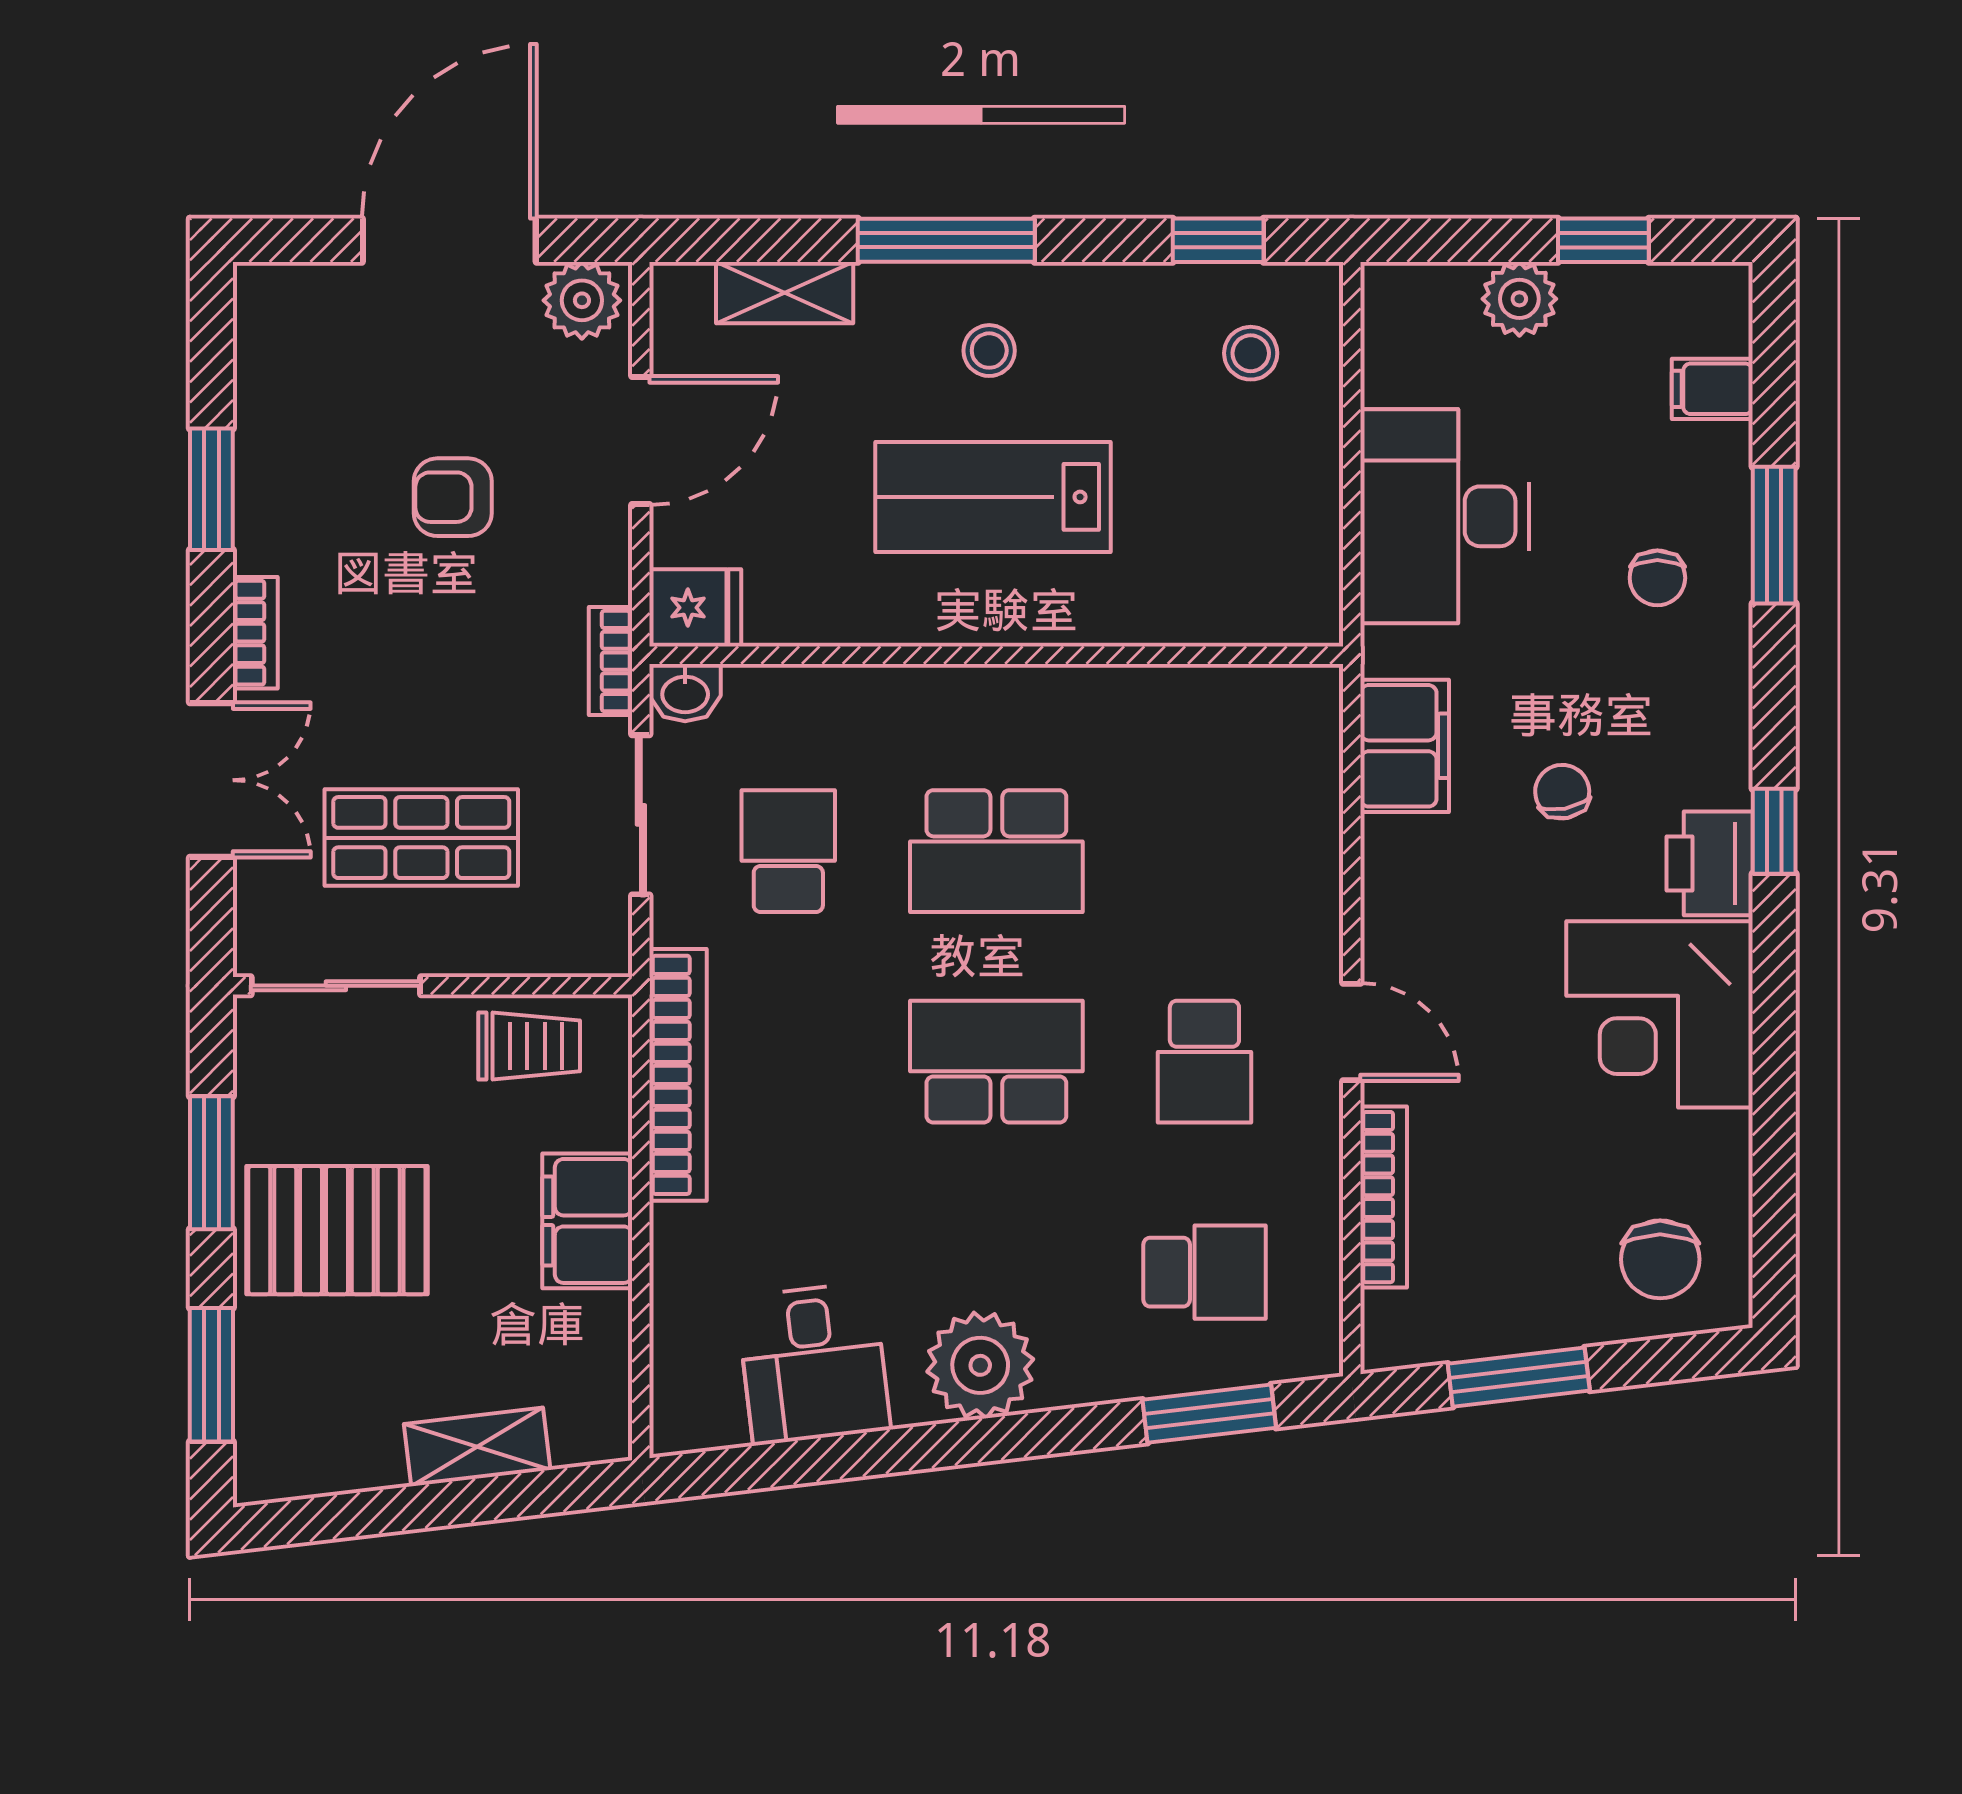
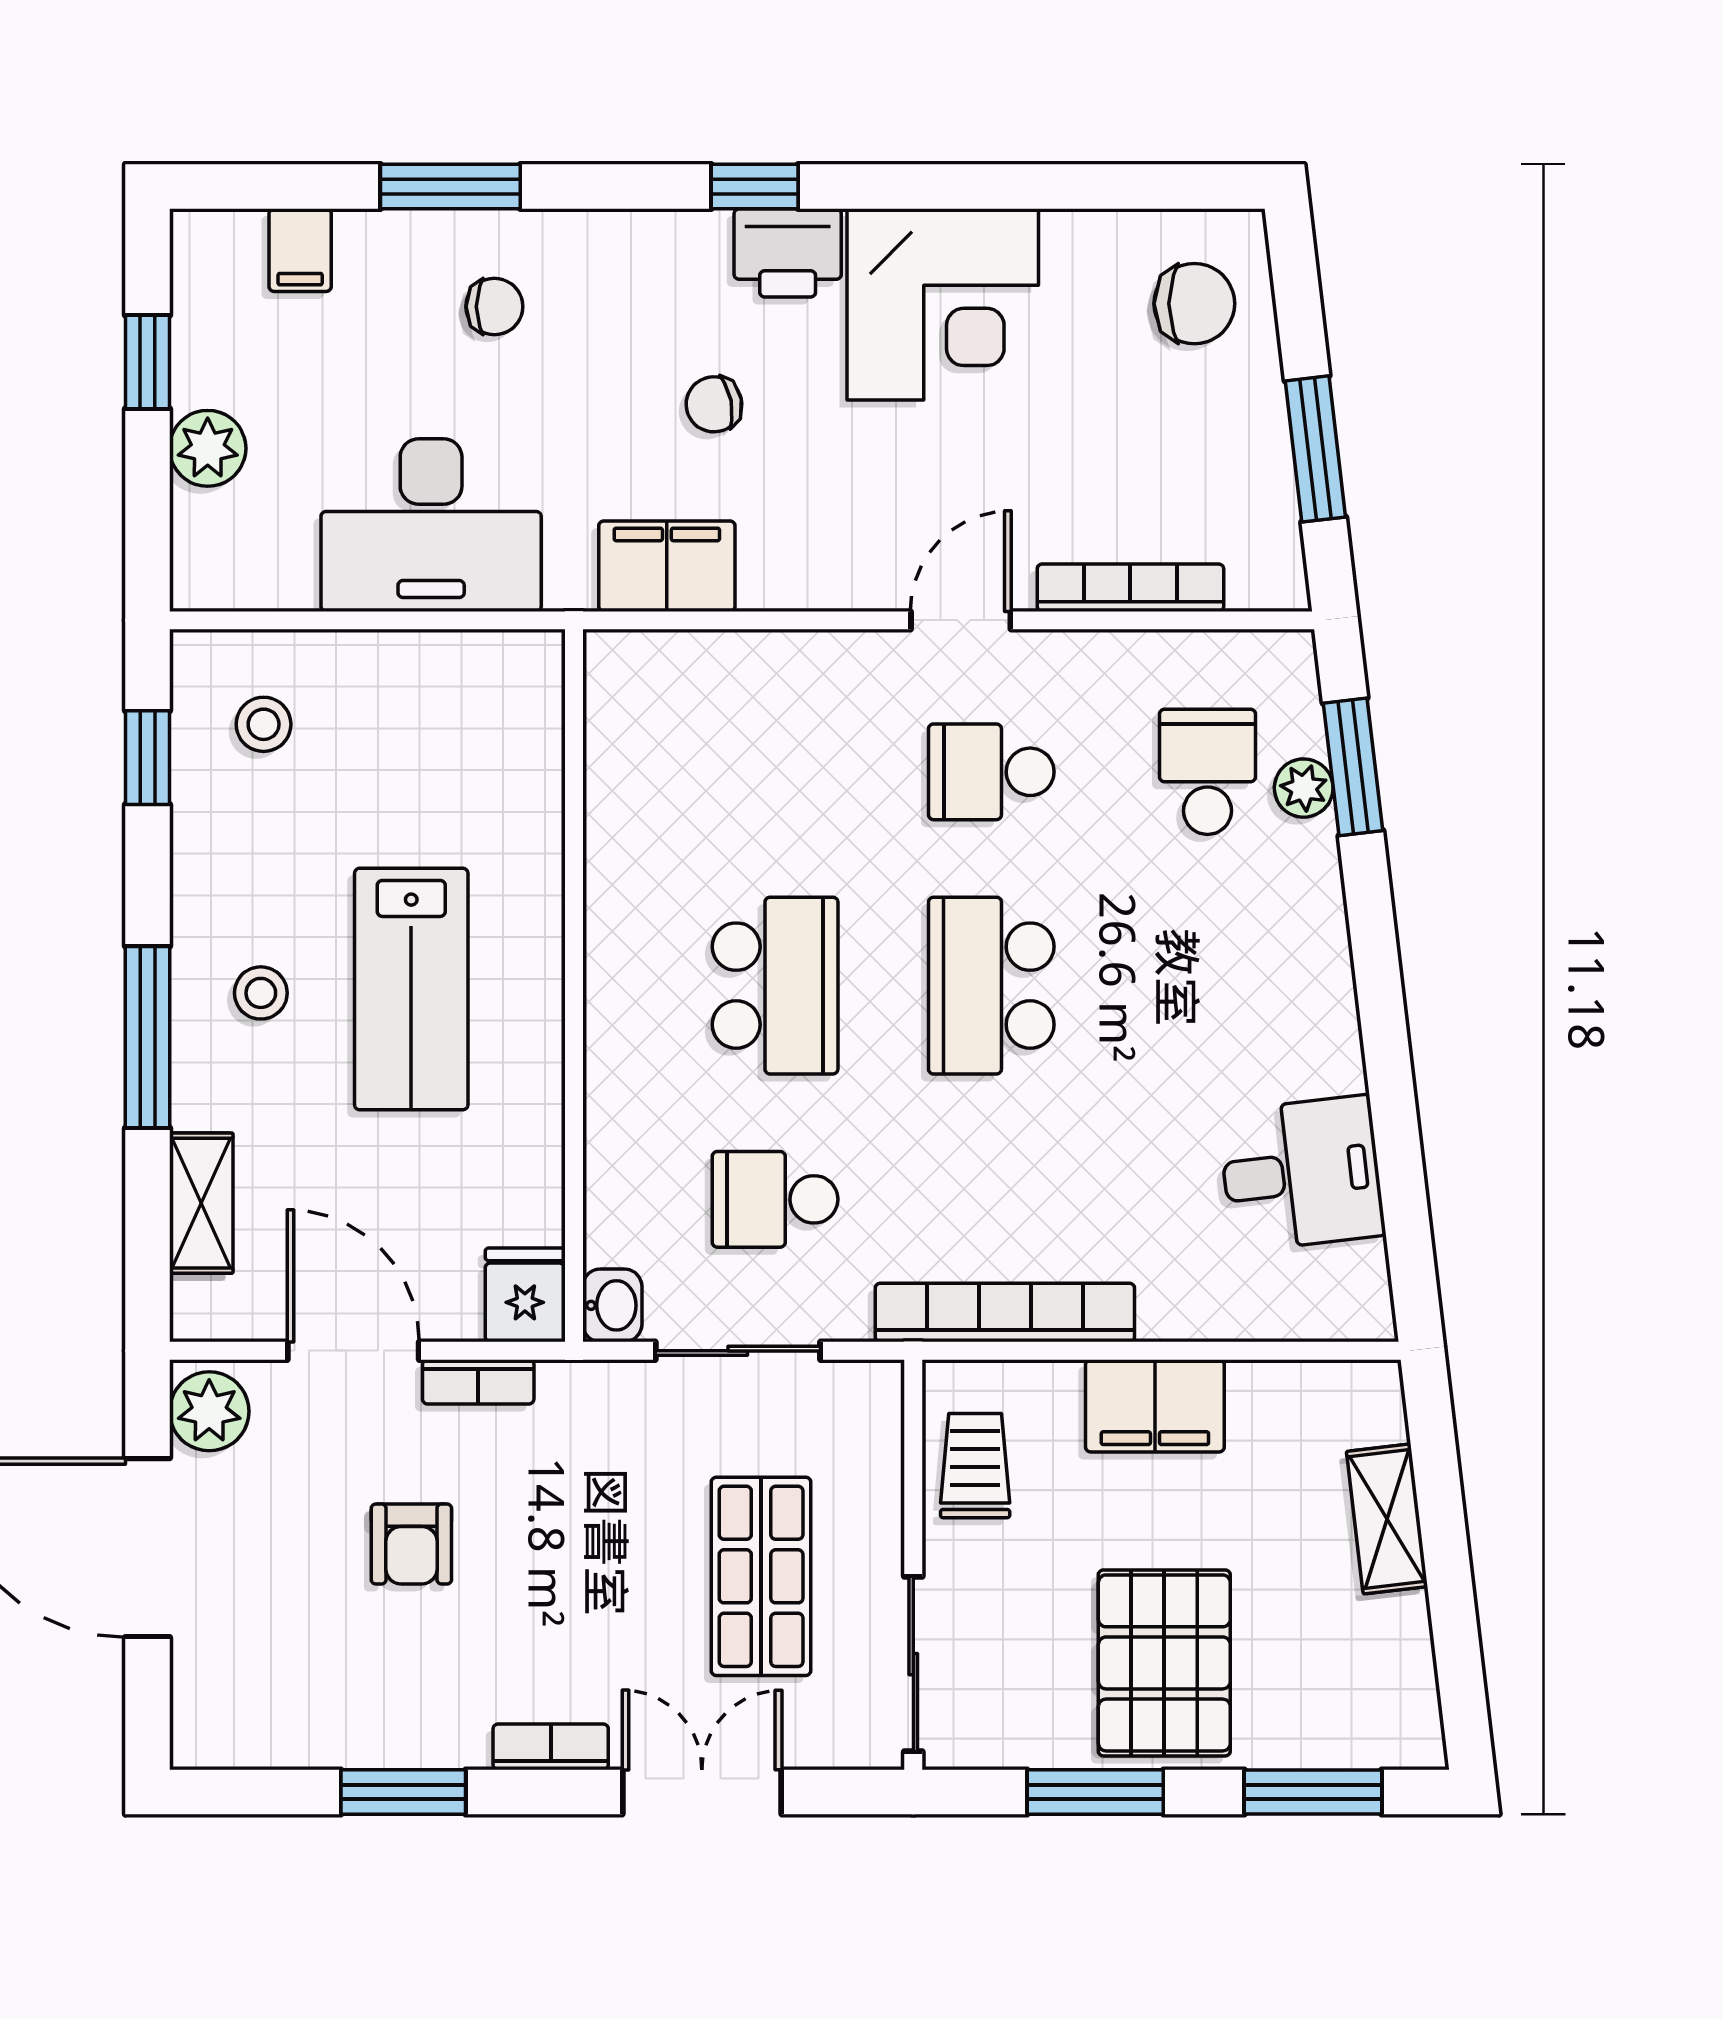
bookcase: (611, 661) -> (478, 1382), moved
school desk: (1204, 1062) -> (991, 772), turned 180
plant: (980, 1365) -> (1304, 788), moved, width x0.53, depth x0.53

